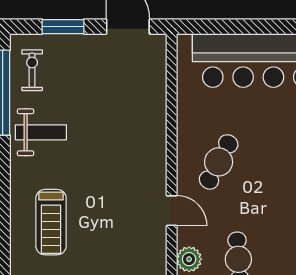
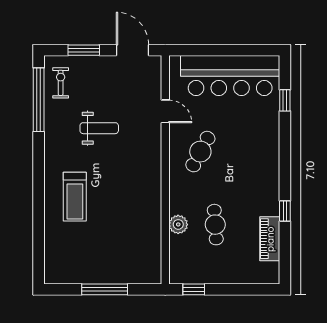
weight bench: (41, 132) -> (99, 128), moved
door: (172, 211) -> (165, 111), moved

